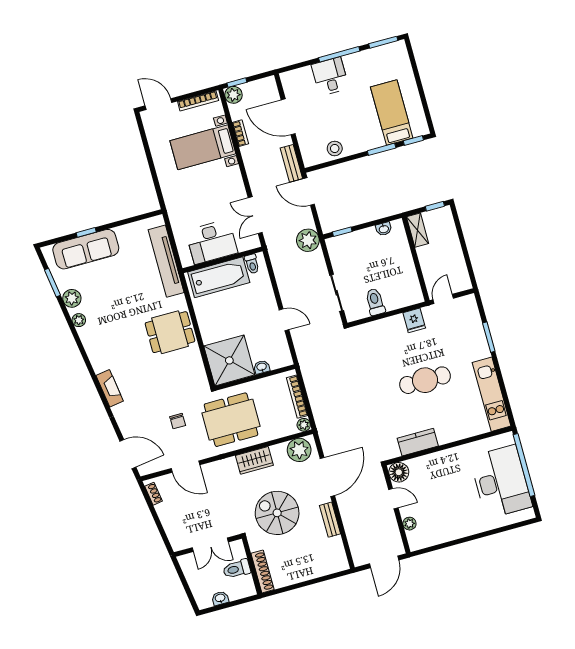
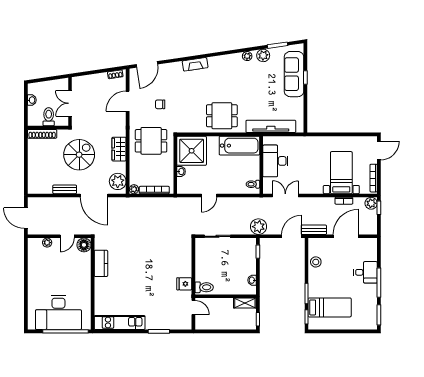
bathtub: (219, 277) -> (239, 146), moved, turned -90
toilet: (375, 302) -> (204, 287), moved
dining table: (170, 332) -> (222, 116), turned 90
cafe table: (425, 380) -> (142, 280), removed
dining table: (231, 420) -> (151, 141), width x0.73

